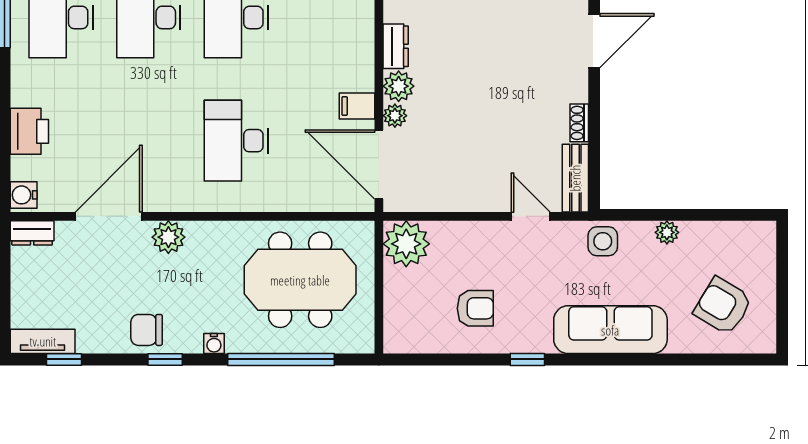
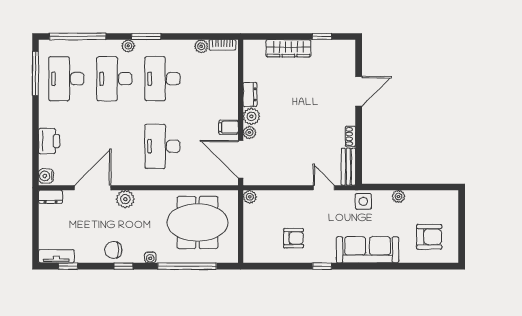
plant: (406, 244) -> (250, 197), width x0.53, depth x0.53
armchair: (723, 306) -> (429, 237), turned 149

